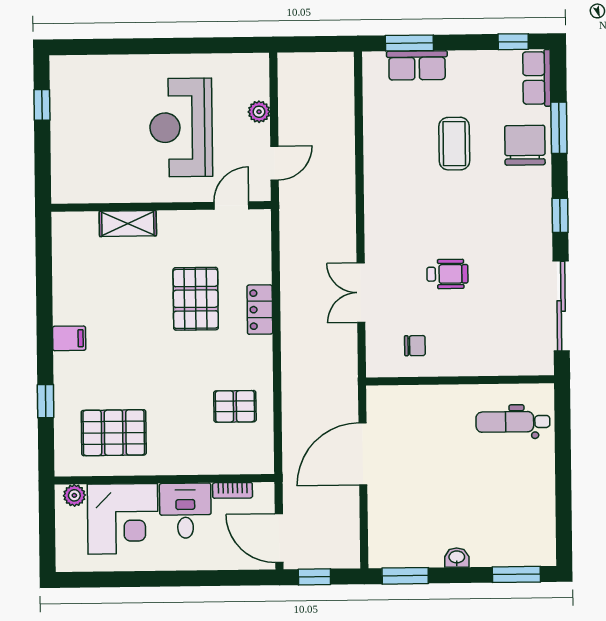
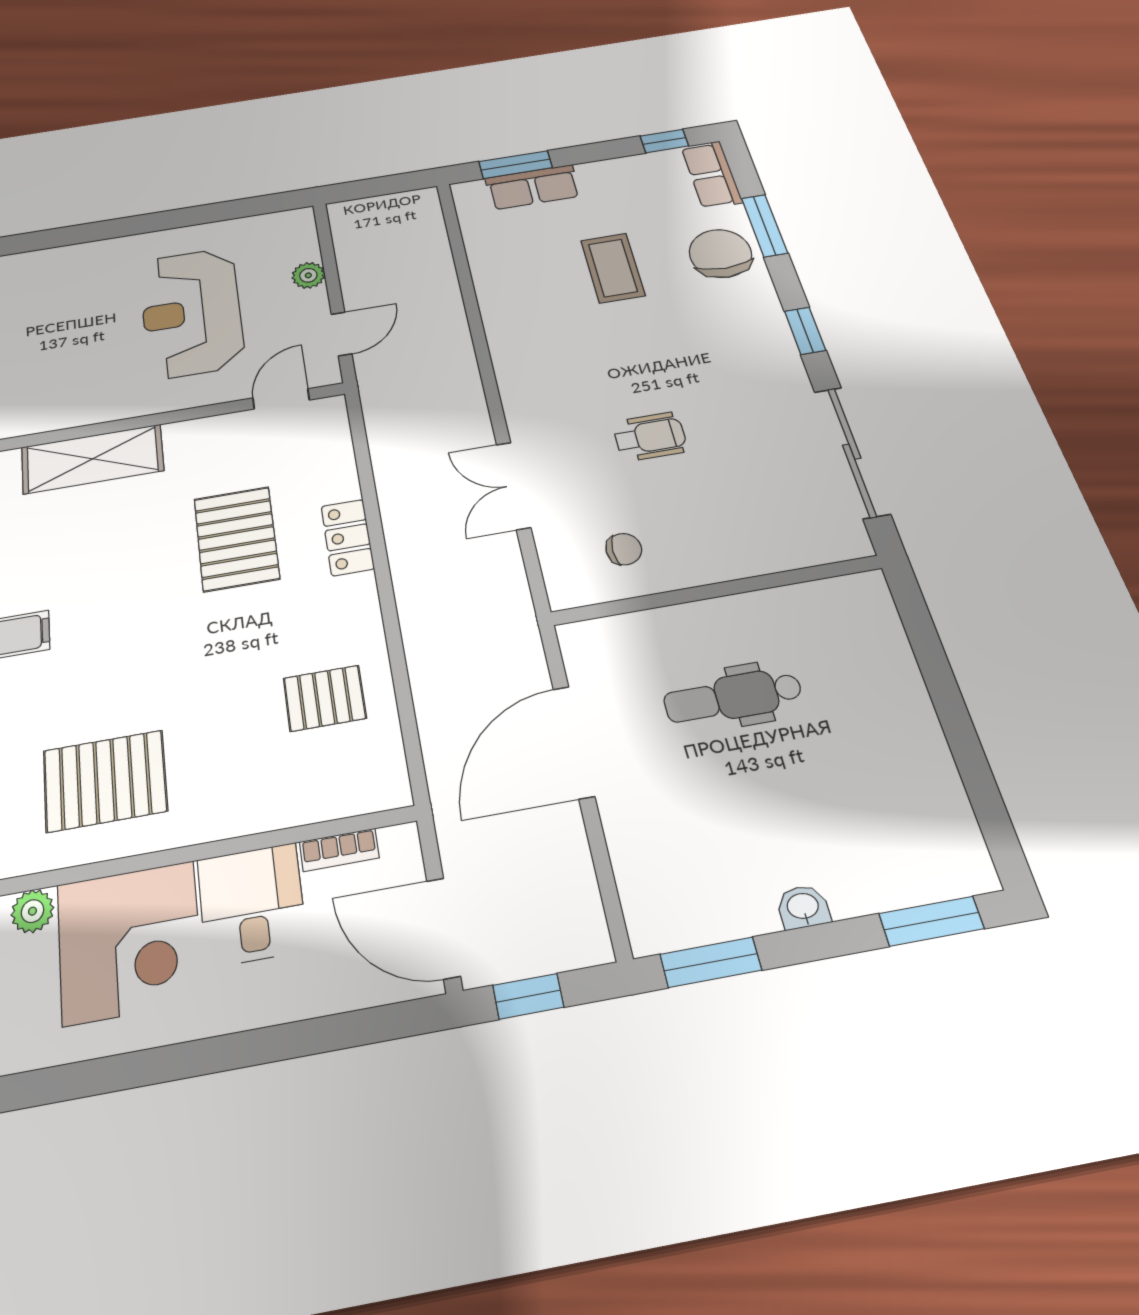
shelving: (128, 224) -> (92, 459), width x1.50, depth x1.33
dental chair: (513, 422) -> (733, 697), moved

